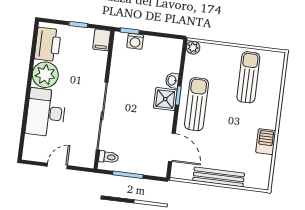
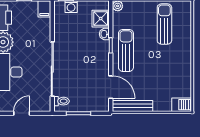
shower: (165, 99) -> (101, 19), moved
barbecue: (266, 142) -> (182, 105), moved, turned 90
bench: (219, 177) -> (132, 106), moved

